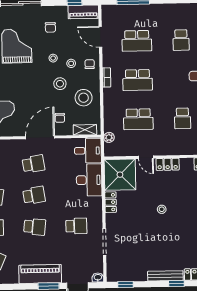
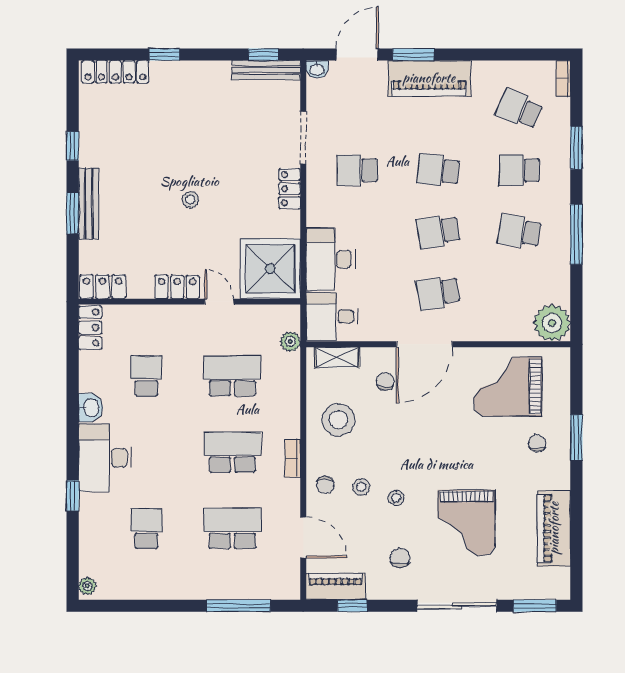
stool: (60, 84) -> (384, 448), removed
locker: (111, 202) -> (290, 189), moved
bench: (165, 276) -> (266, 70), moved

